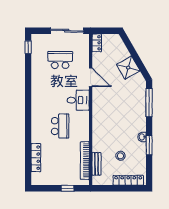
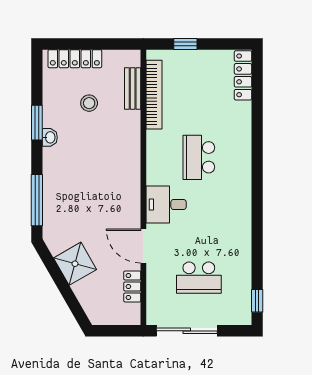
locker: (97, 43) -> (132, 287), moved
locker: (36, 158) -> (243, 75), moved

